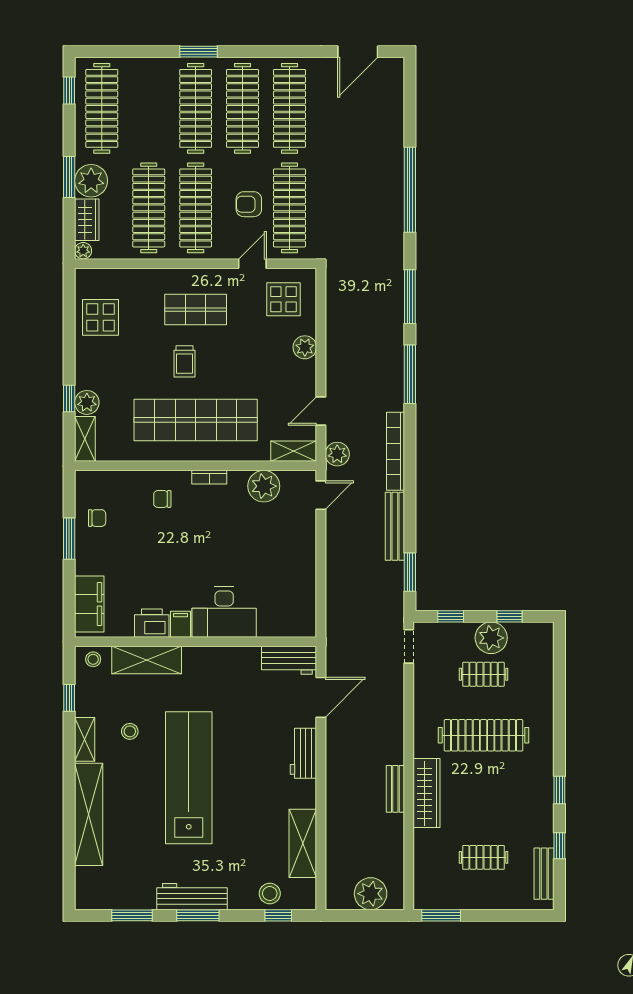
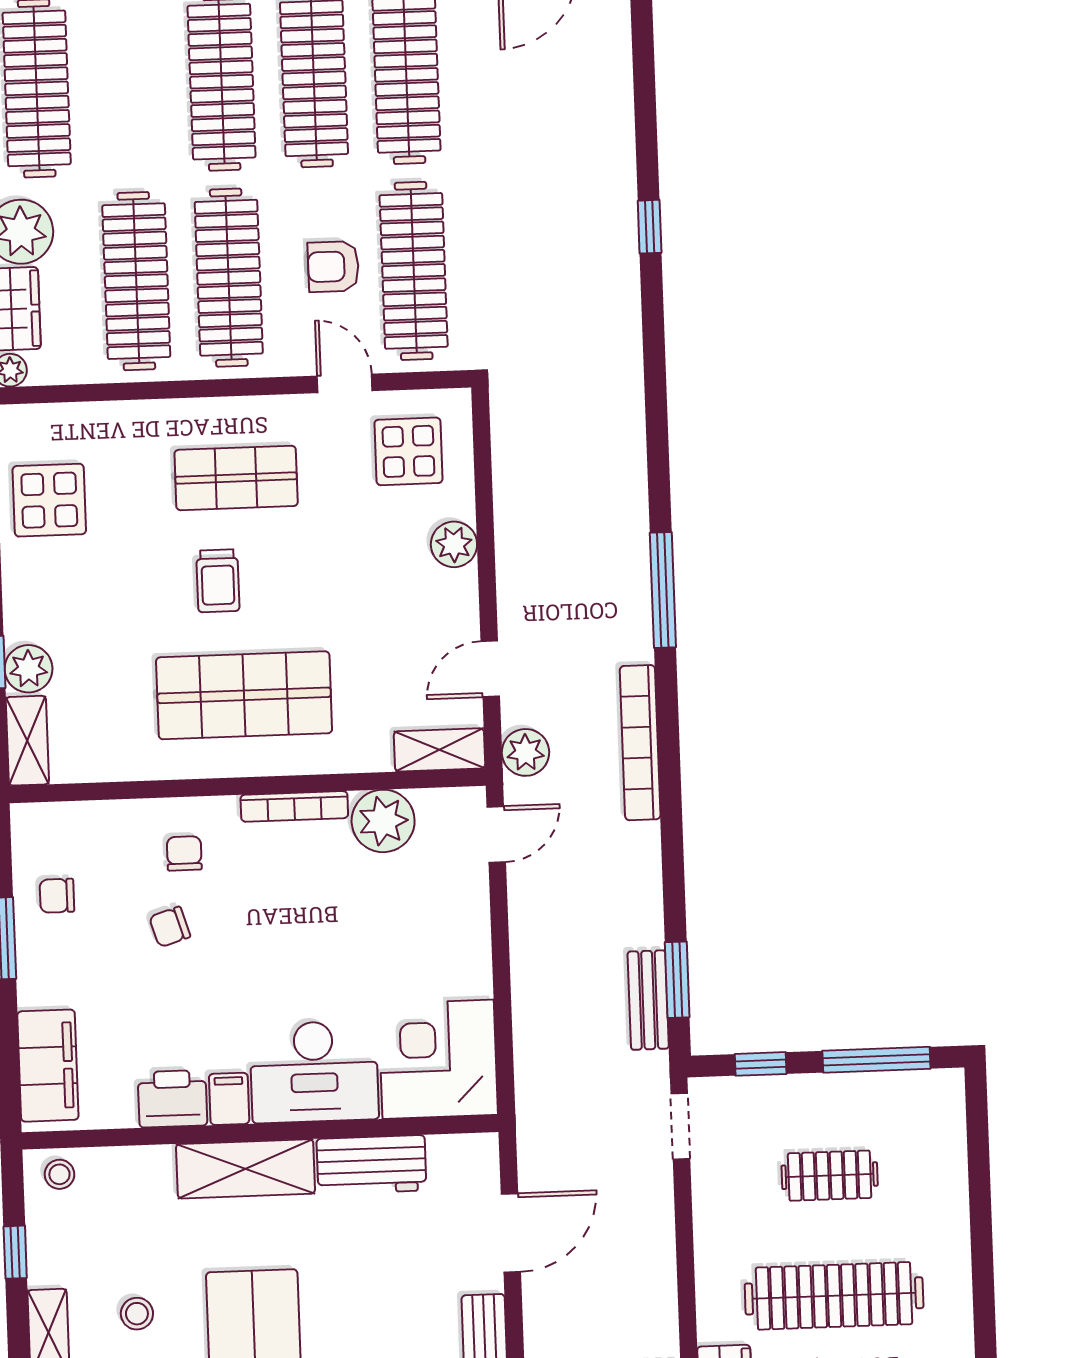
window: (410, 190) -> (650, 227), width x0.32
door: (252, 264) -> (345, 383), hinge flipped
window: (410, 297) -> (657, 437), removed
shop shelf: (196, 420) -> (244, 695), width x0.71
bookcase: (209, 477) -> (294, 806), width x1.56
chair: (162, 499) -> (184, 853), turned 90
chair: (97, 518) -> (57, 896), turned 180
bench: (395, 526) -> (648, 1000), moved, width x0.73
chair: (154, 536) -> (170, 927), added
corner desk: (287, 608) -> (438, 1059), added
window: (509, 616) -> (876, 1060), width x2.17
plant: (491, 638) -> (842, 1103), removed
shelving: (147, 660) -> (246, 1169), moved
workbench: (289, 660) -> (371, 1165), moved

